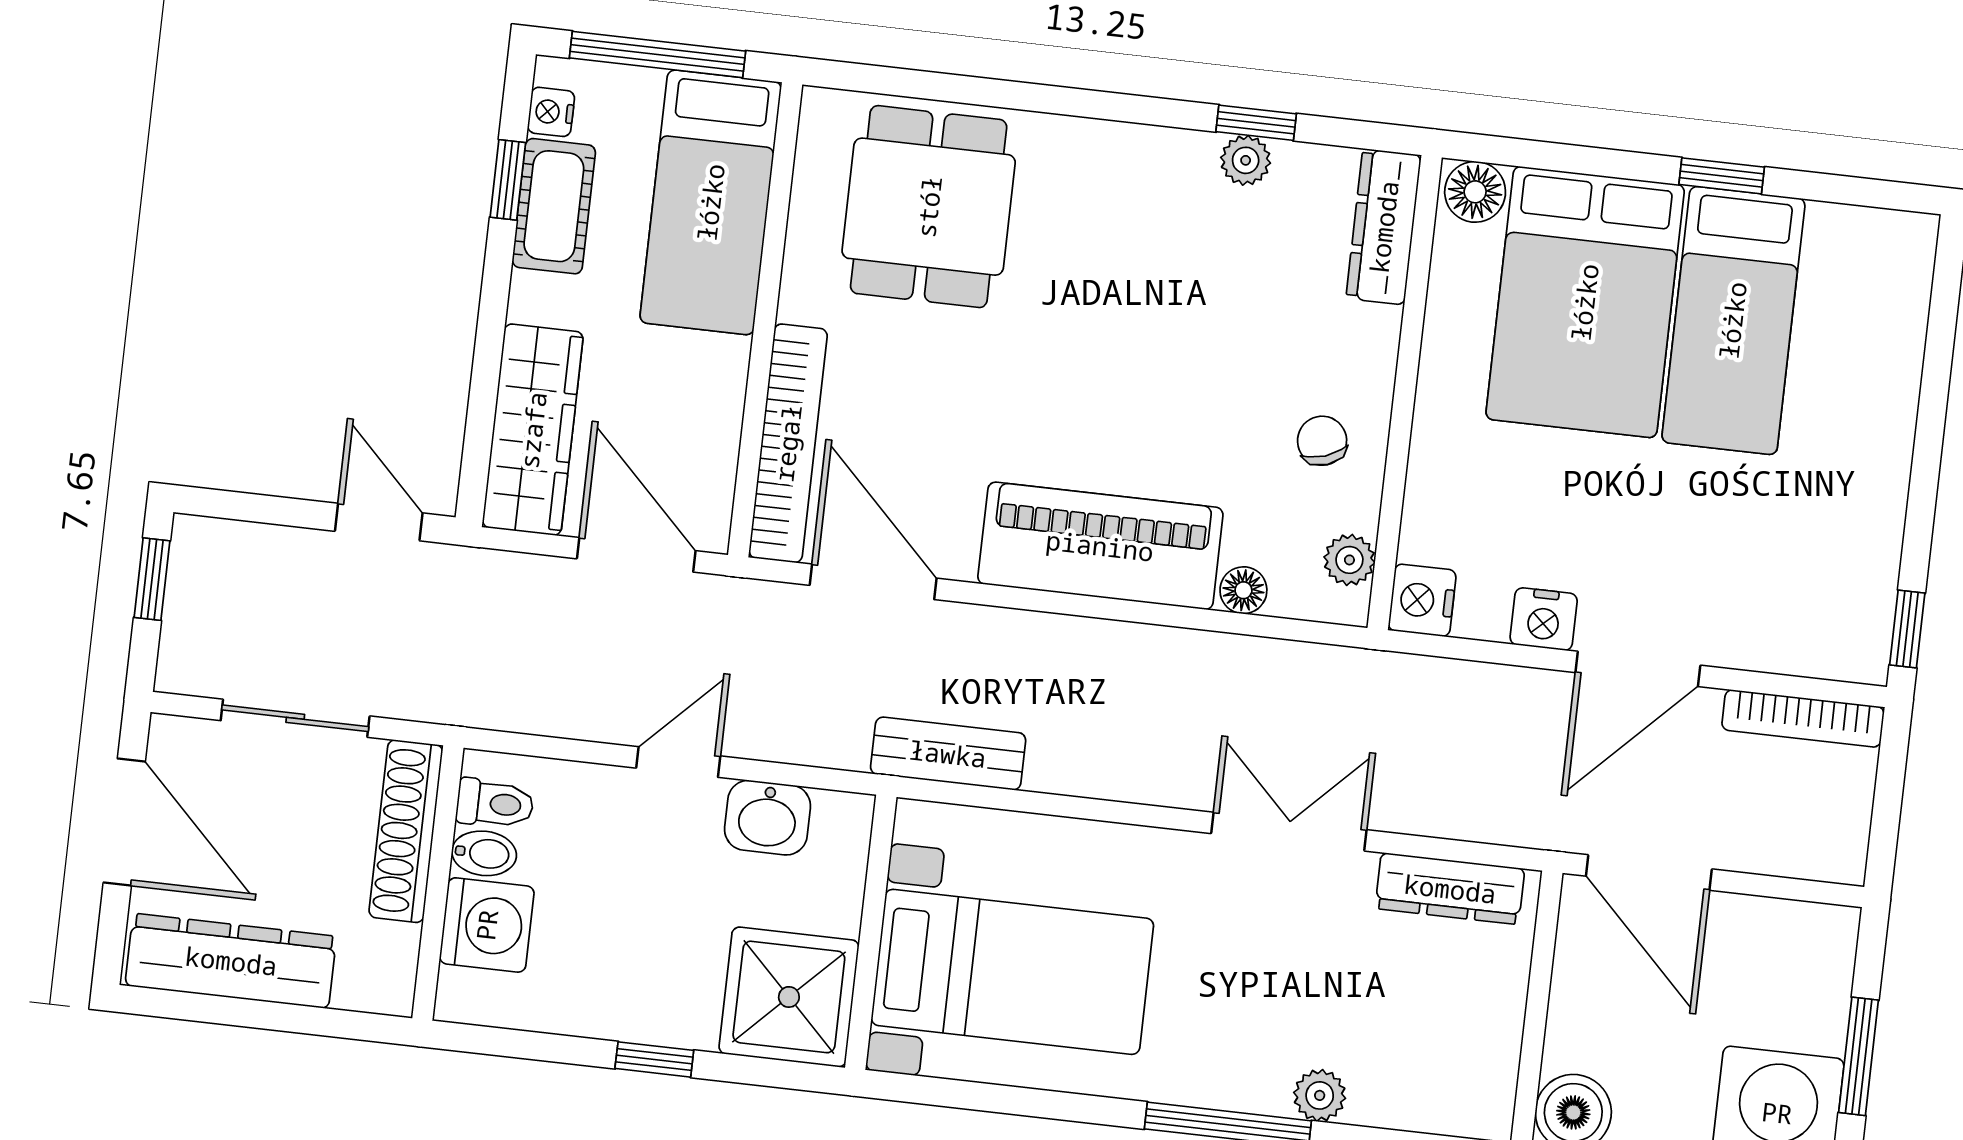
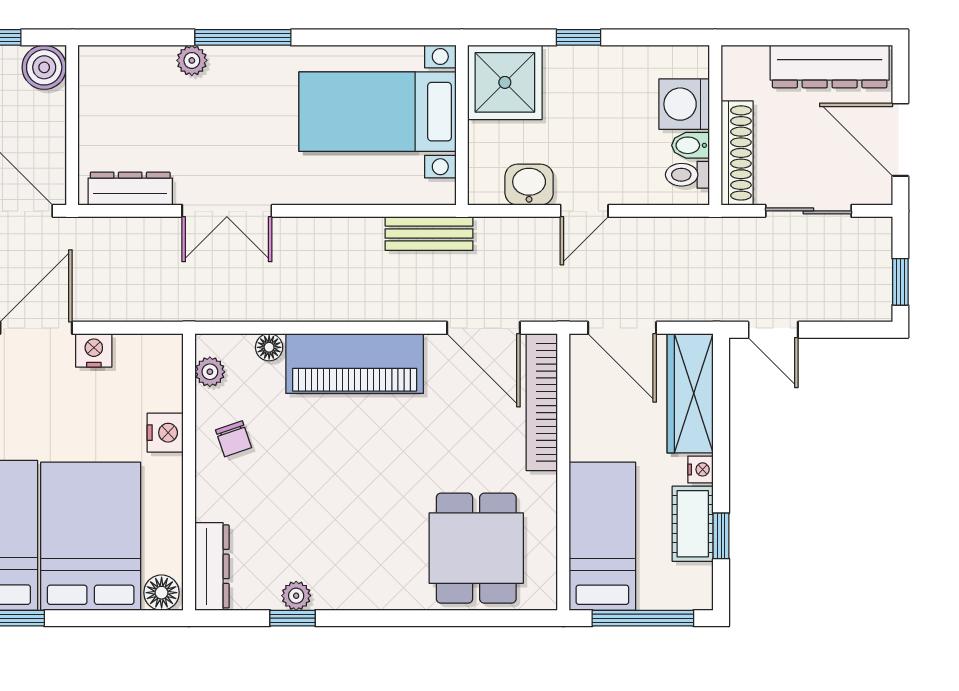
nightstand: (551, 112) -> (701, 469), moved
nightstand: (1422, 600) -> (165, 433), moved

